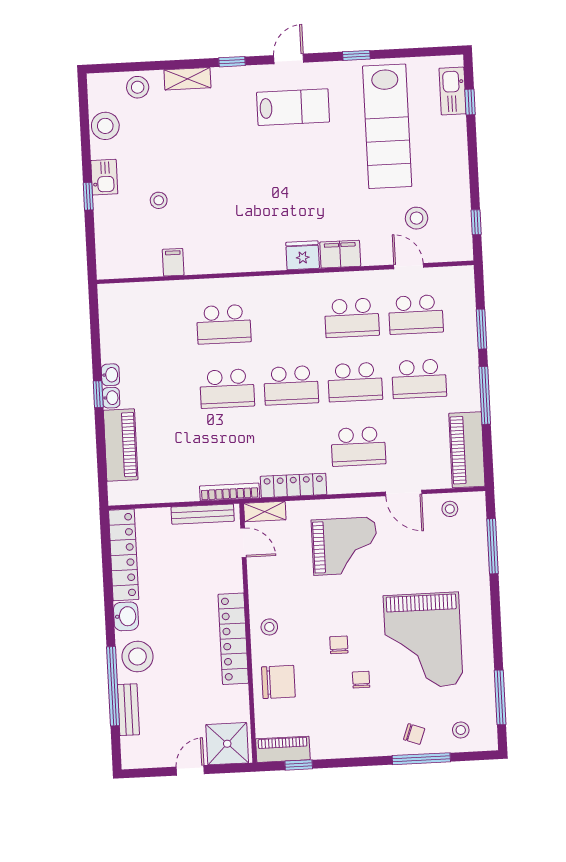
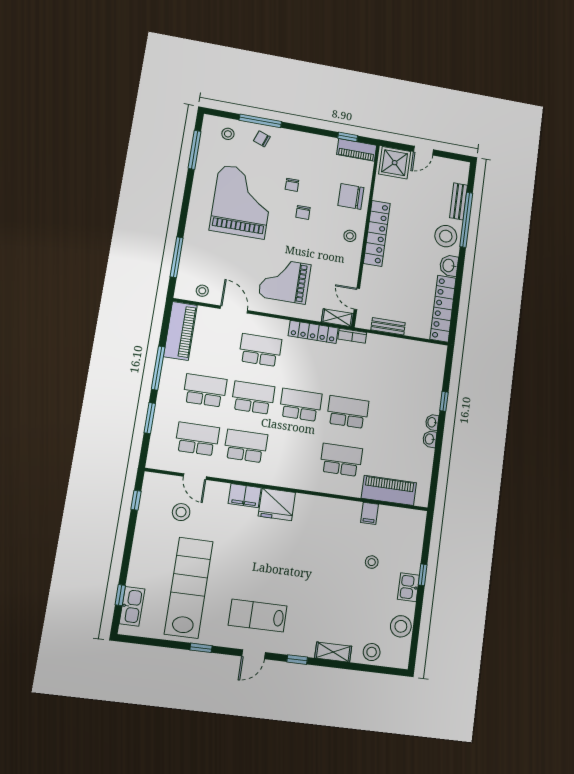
fridge: (303, 255) -> (277, 504), width x1.36, depth x1.34
window: (98, 394) -> (444, 401), moved
piano: (121, 445) -> (389, 490), moved, turned 90
bookcase: (230, 492) -> (352, 336), width x0.64
bench: (203, 514) -> (388, 326), width x0.73

